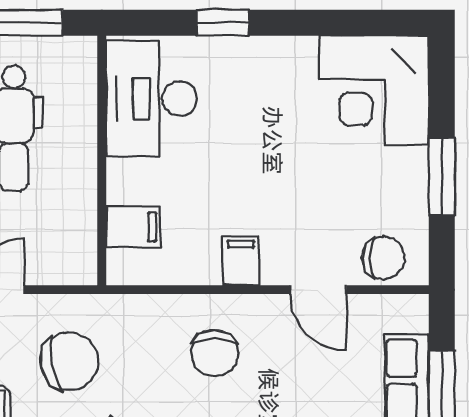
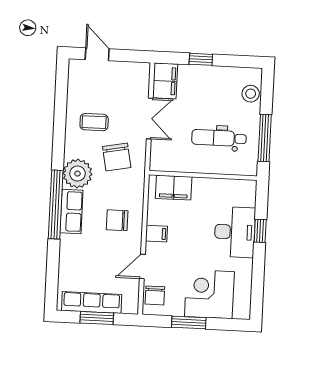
corner desk: (374, 90) -> (209, 294), moved
desk: (151, 99) -> (235, 232), moved, turned 90
filing cabinet: (133, 227) -> (174, 188), width x2.00

